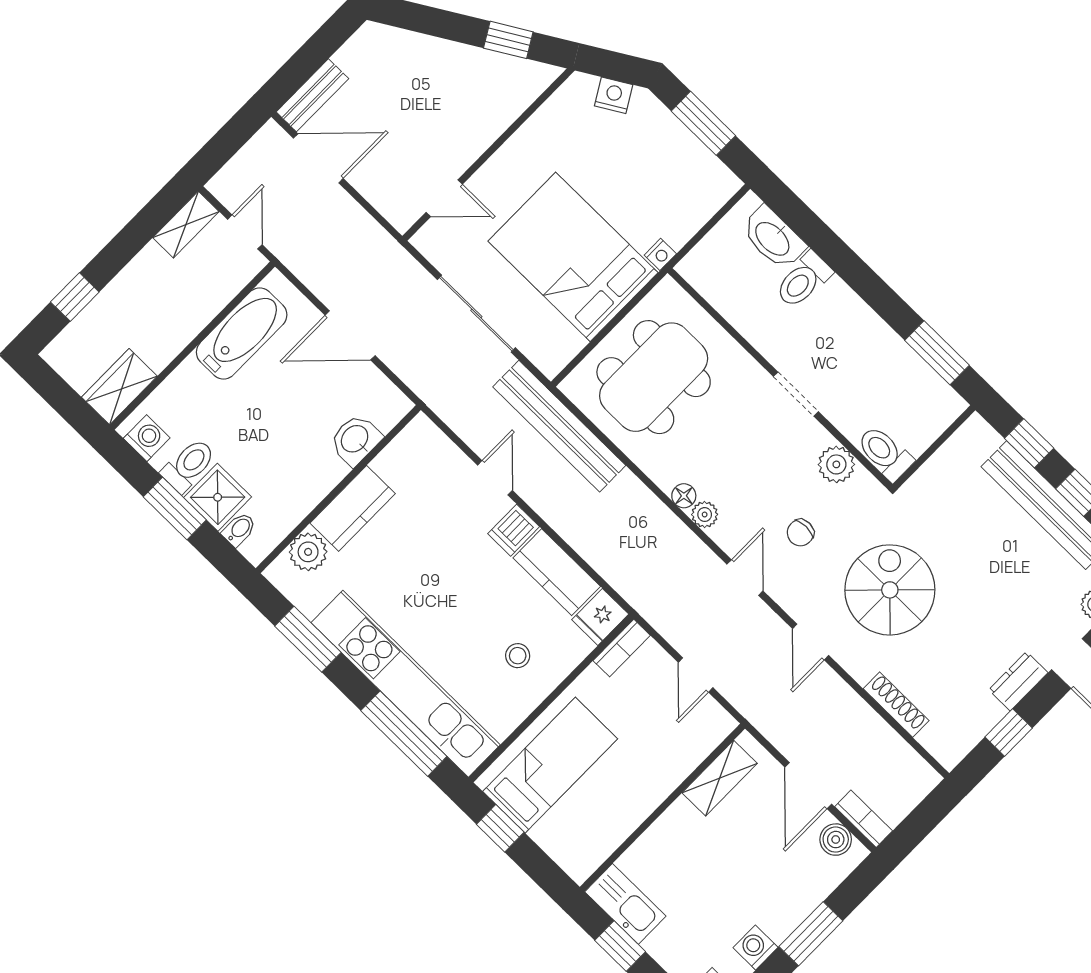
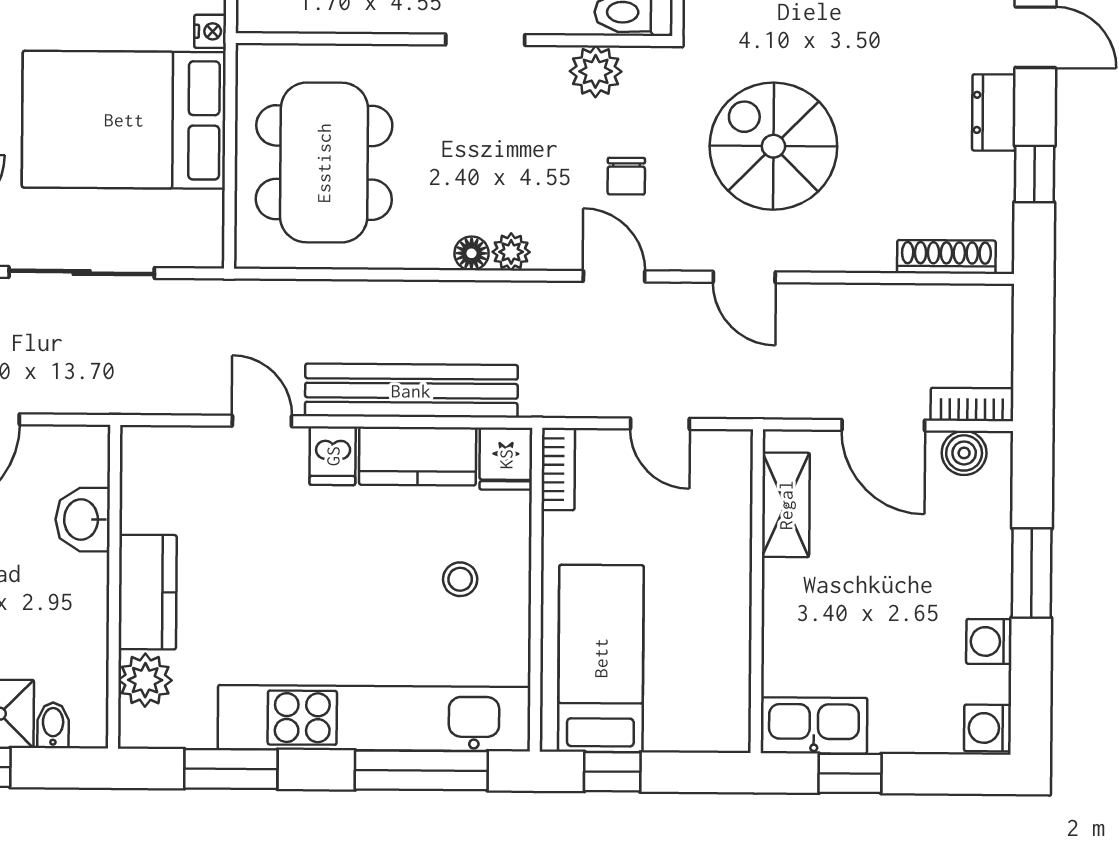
bench: (559, 426) -> (411, 391), moved
shoe rack: (896, 705) -> (946, 257), moved

